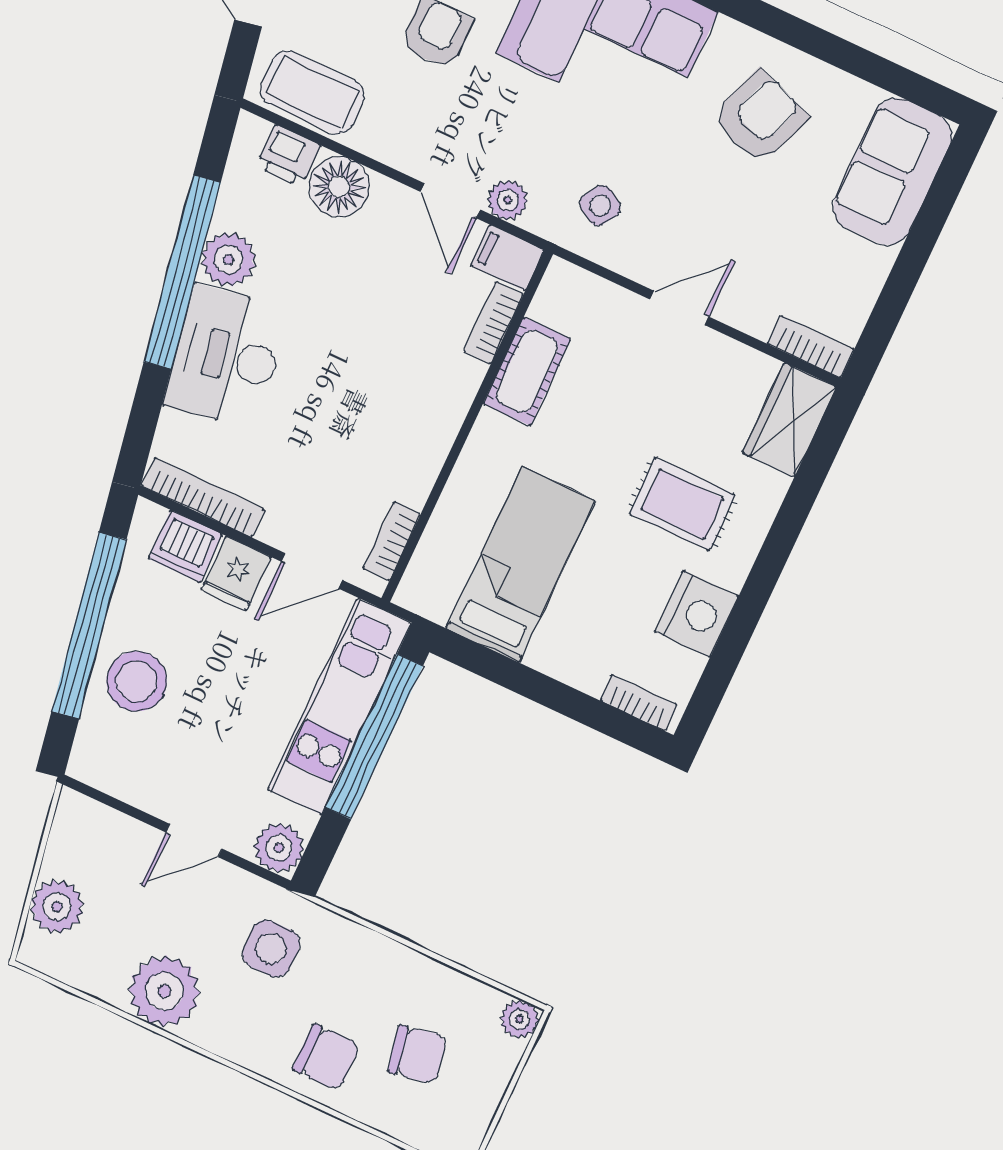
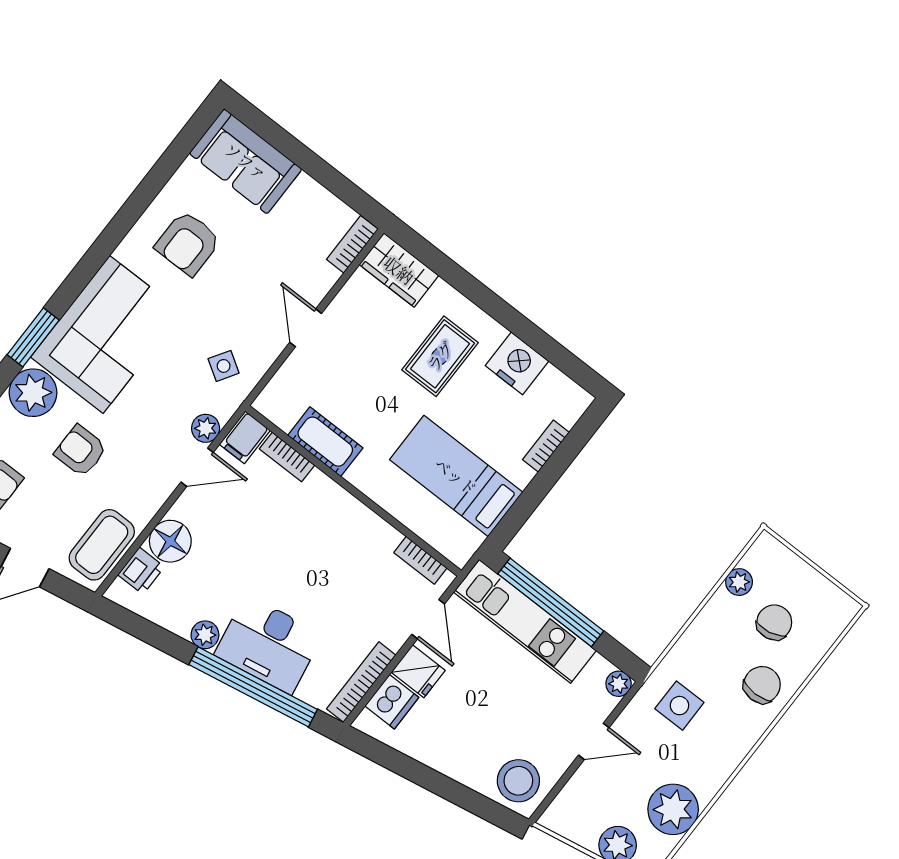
armchair: (760, 117) -> (188, 243), turned -110
plant: (229, 259) -> (205, 635), width x0.73, depth x0.73
window: (182, 272) -> (253, 687), moved
window: (89, 625) -> (431, 780), removed
stool: (137, 681) -> (518, 781), moved
bookcase: (639, 703) -> (546, 446), moved
door: (194, 840) -> (594, 741), hinge flipped
plant: (279, 848) -> (619, 684), width x0.73, depth x0.73
plant: (164, 991) -> (673, 809), moved
plant: (519, 1019) -> (739, 582), moved

